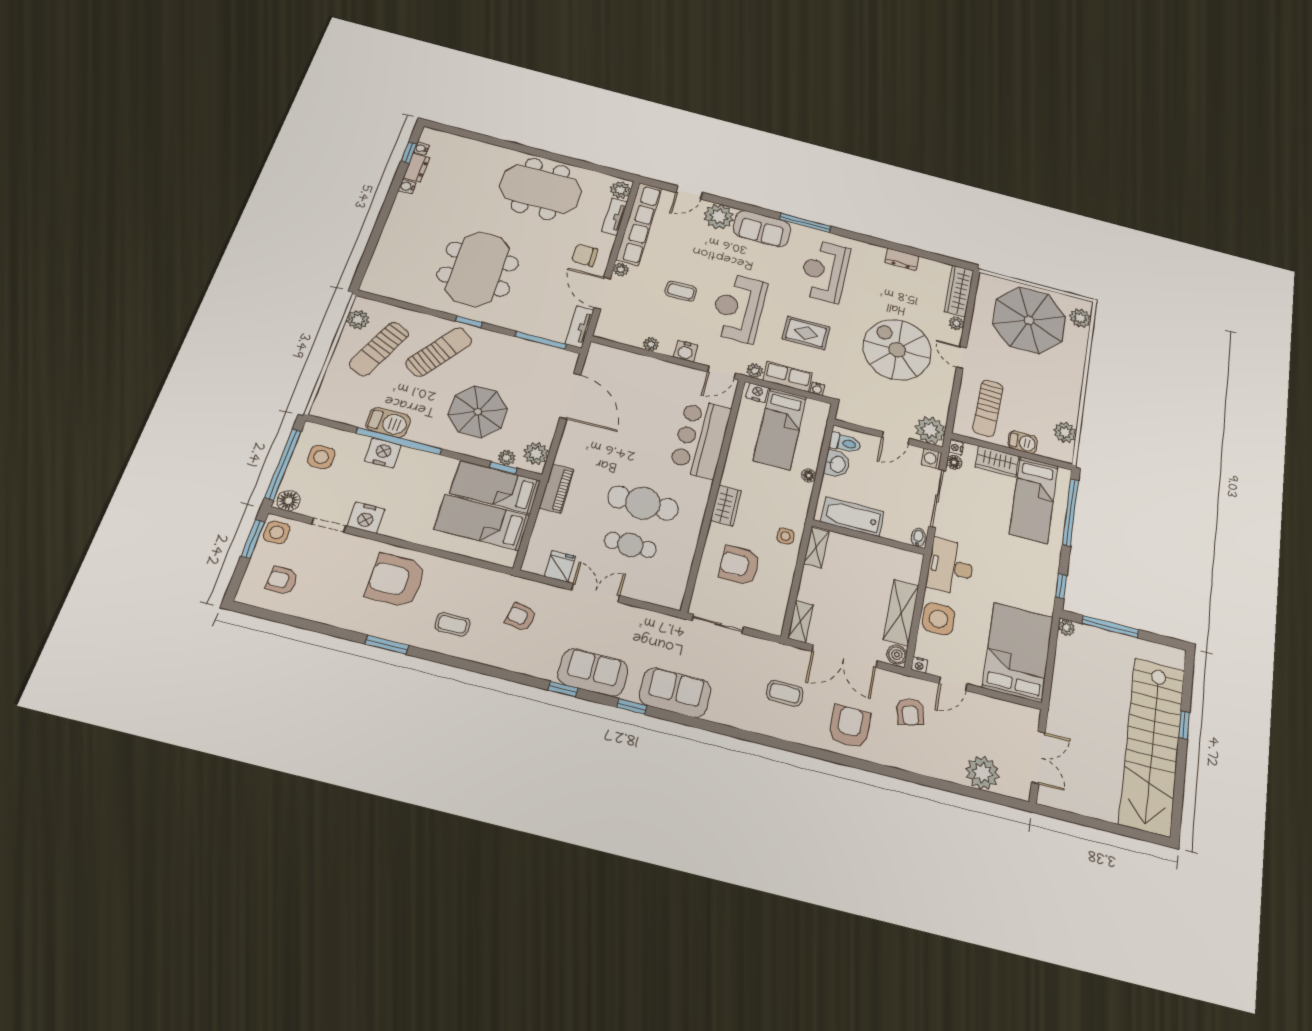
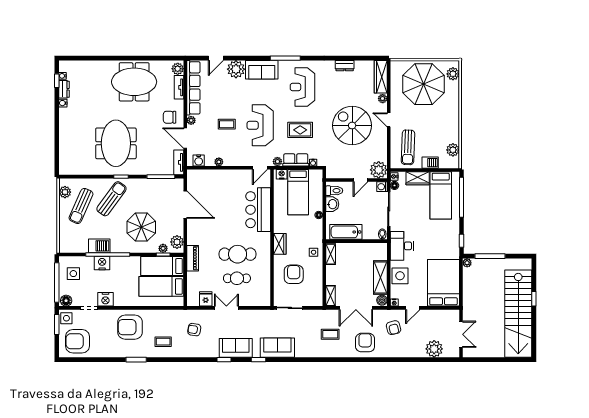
water cooler: (686, 351) -> (199, 161), moved
armchair: (739, 565) -> (294, 274), turned 90
armchair: (282, 580) -> (78, 341), width x1.88, depth x1.88

